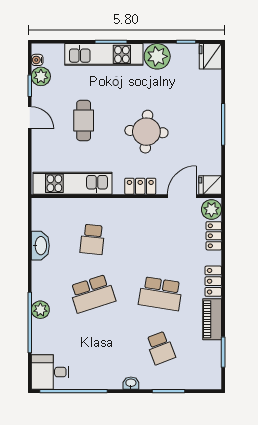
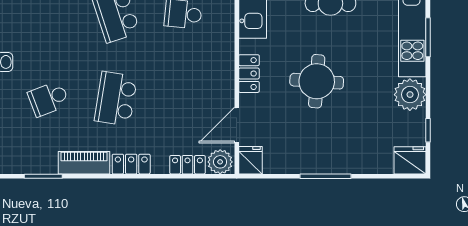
door: (182, 196) -> (237, 125), swing flipped

